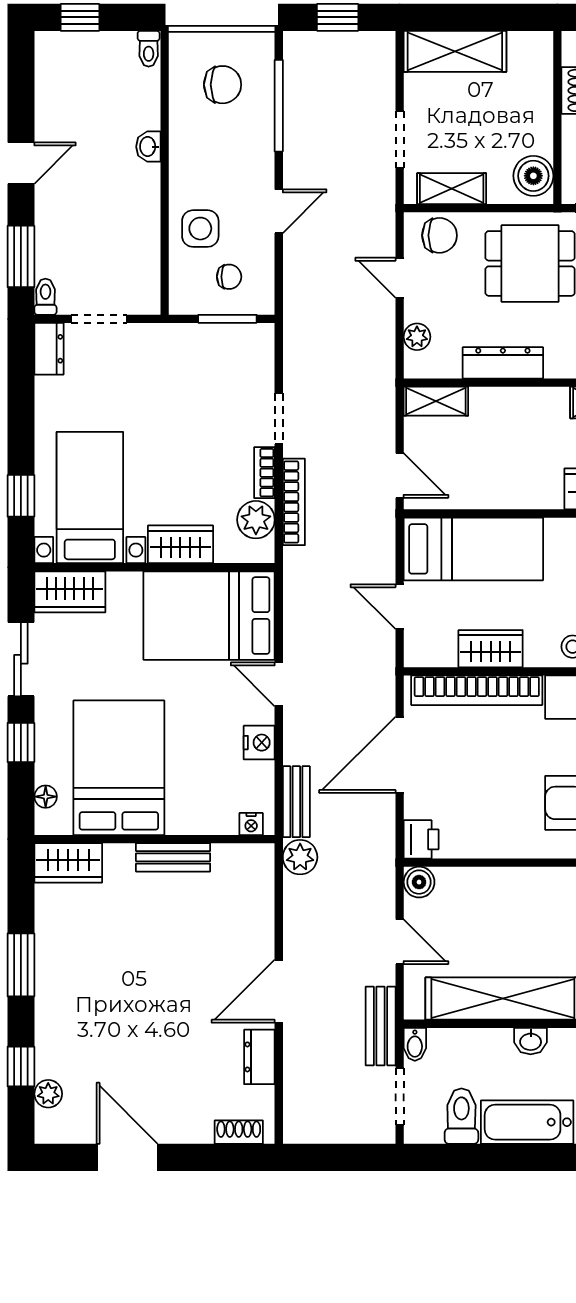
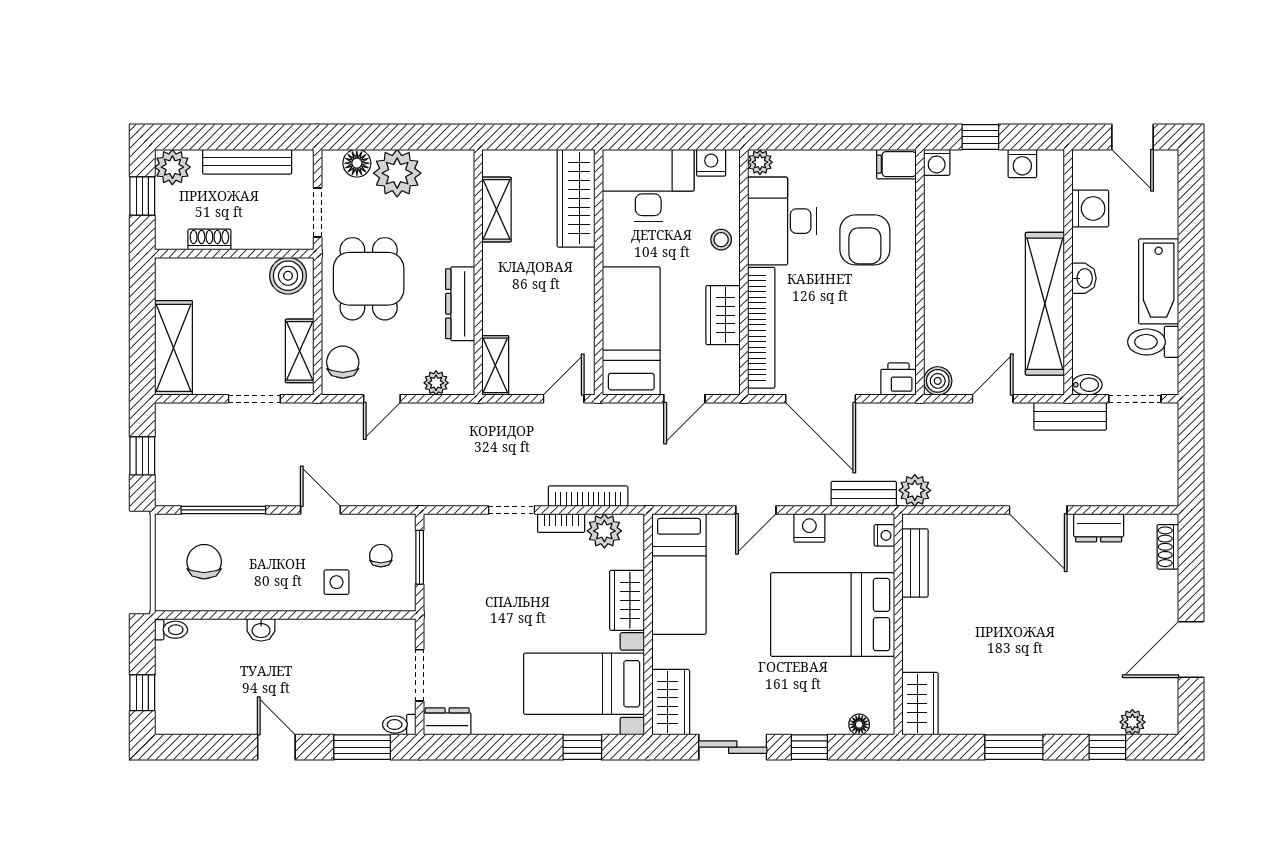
side table: (200, 229) -> (336, 582), width x0.73, depth x0.73
bed: (209, 616) -> (679, 574), width x0.67
bed: (119, 768) -> (833, 614), moved
bench: (173, 857) -> (915, 563), moved

